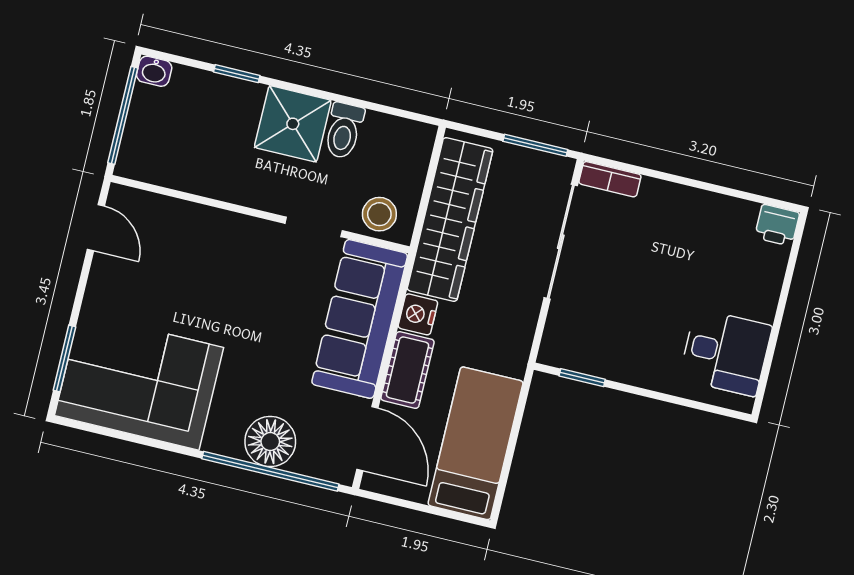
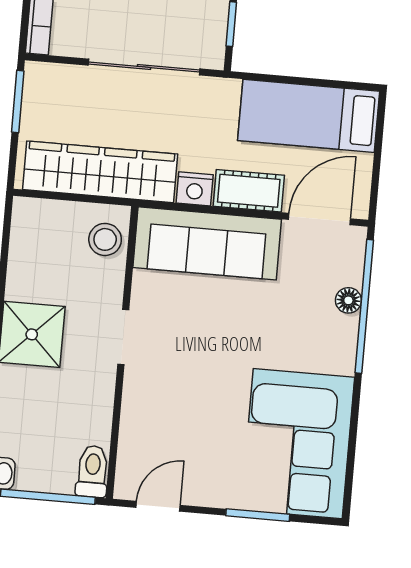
toilet: (344, 131) -> (92, 471), moved, turned -90
doorway: (314, 227) -> (123, 337), moved
sliding door: (561, 242) -> (144, 67), moved
window: (64, 358) -> (258, 515), moved
floor lamp: (270, 442) -> (348, 300), width x0.53, depth x0.53

